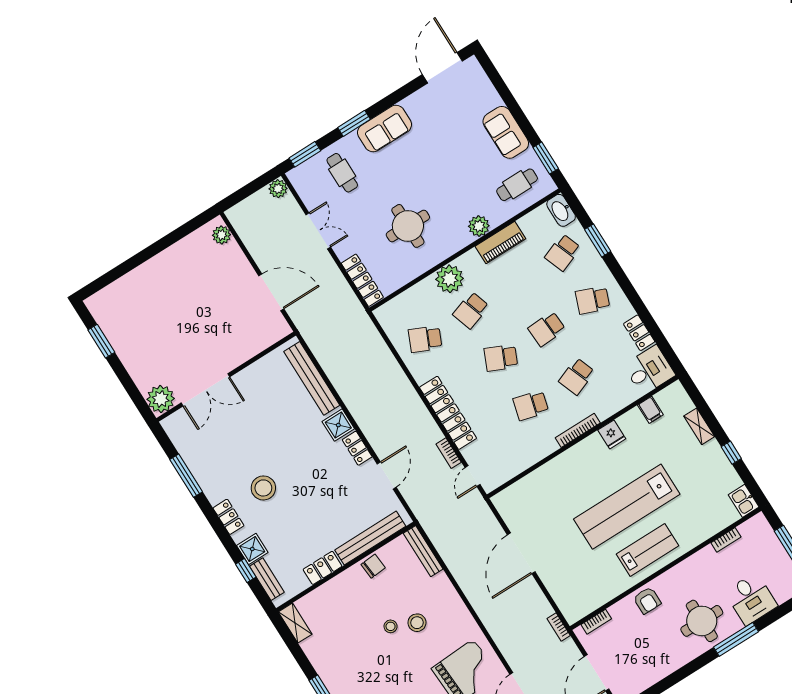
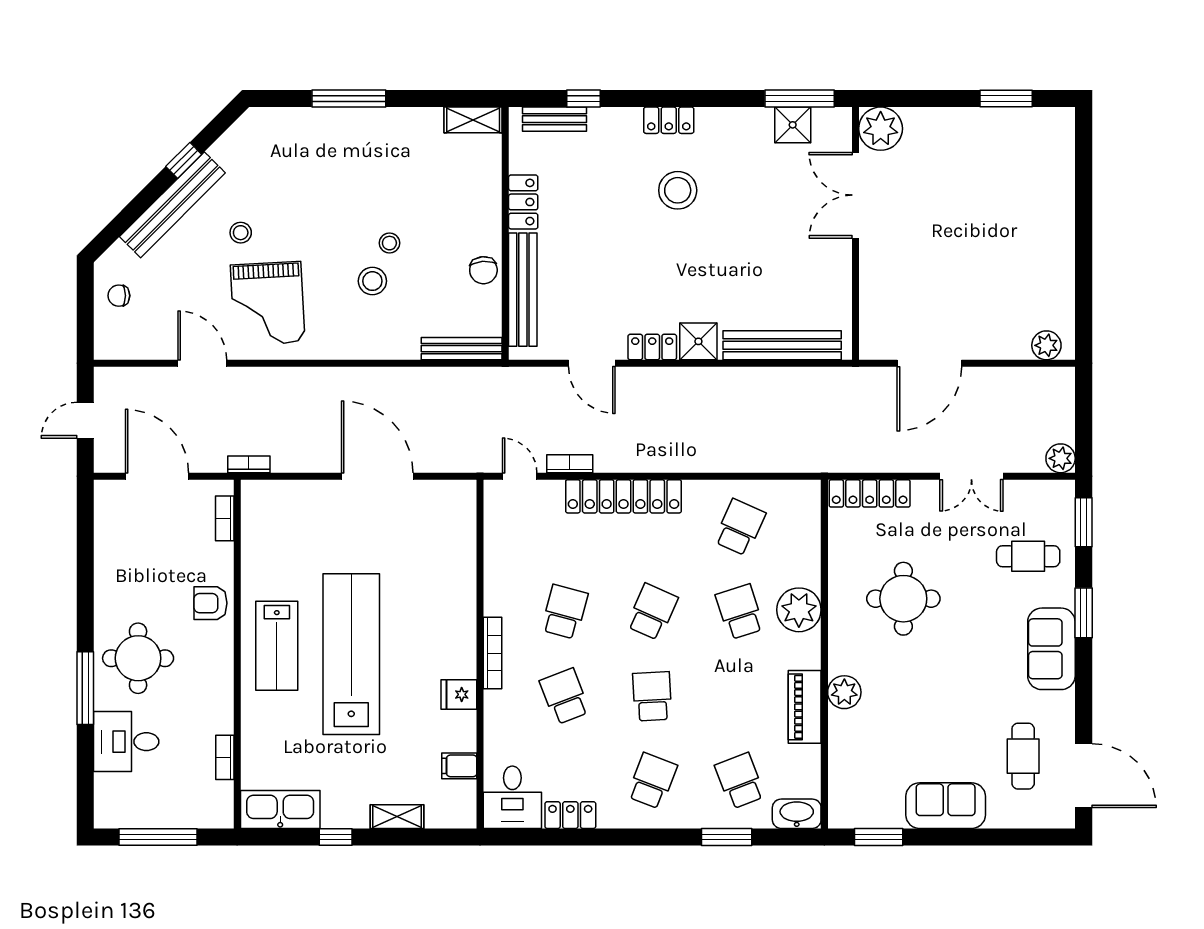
cafe table: (517, 185) -> (1023, 756), moved
window: (186, 476) -> (800, 98), moved
kitchen sink: (744, 501) -> (280, 810), width x1.87, depth x1.24
shower: (252, 549) -> (793, 125), moved

